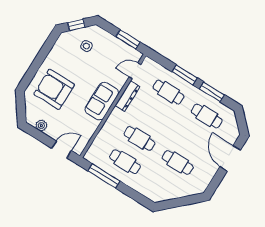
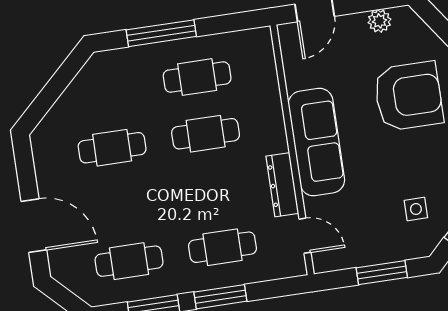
window: (128, 39) -> (382, 273), moved
door: (135, 71) -> (305, 236), hinge flipped
sofa: (102, 101) -> (316, 142), width x1.36
window: (104, 176) -> (161, 33), moved

